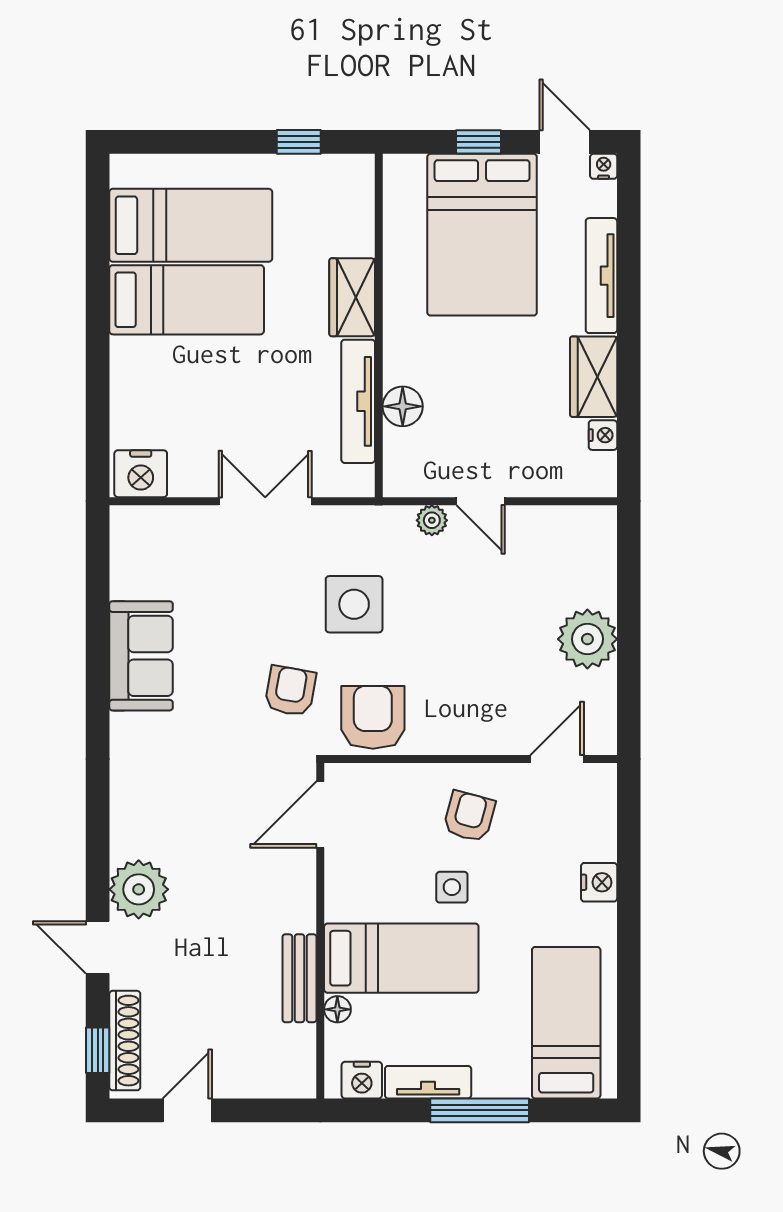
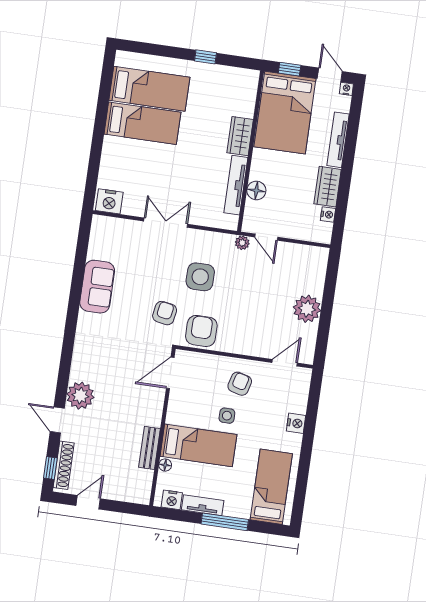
wardrobe: (352, 297) -> (240, 136), moved
wall: (379, 325) -> (251, 151), moved
tv unit: (358, 401) -> (236, 185), moved
floor lamp: (403, 406) -> (256, 190), moved

